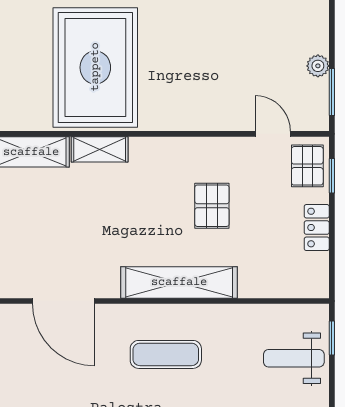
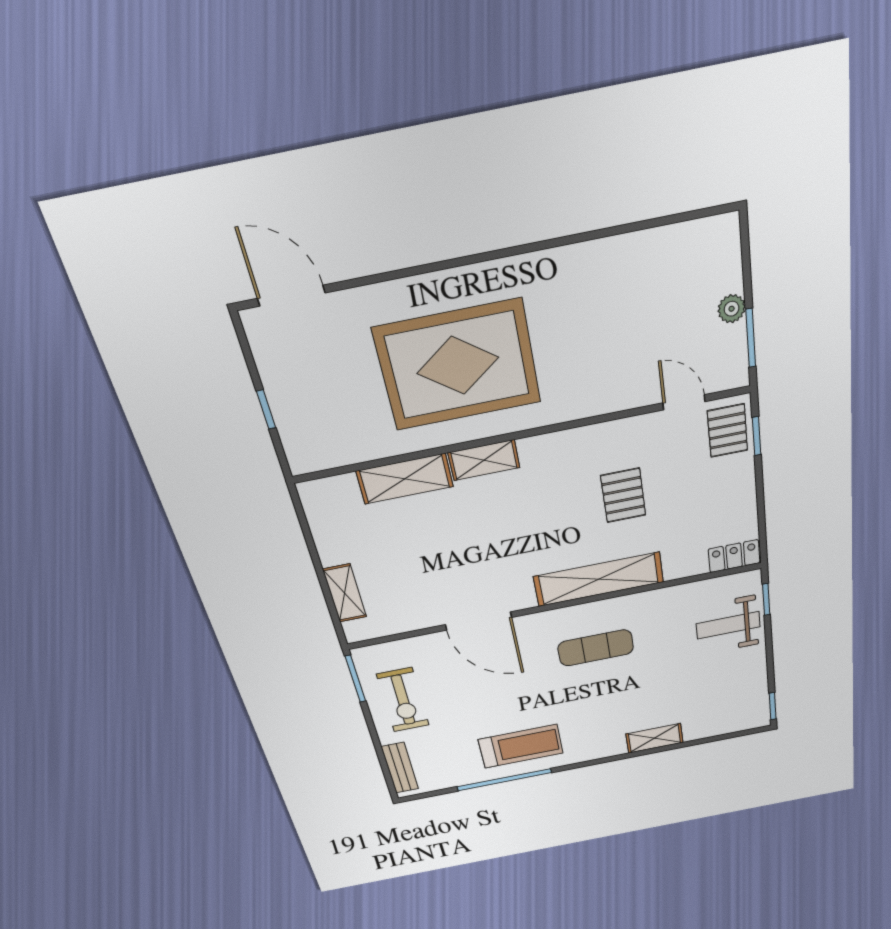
rug: (95, 67) -> (458, 365), turned 90
locker: (317, 228) -> (734, 556), moved, turned 90

